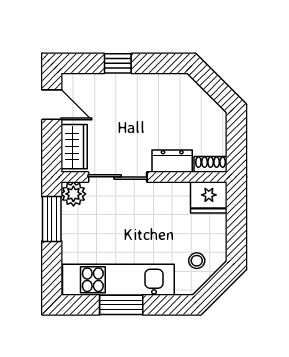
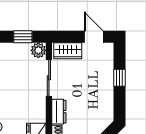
door: (52, 105) -> (94, 37), swing flipped
window: (52, 219) -> (23, 37), width x0.67

